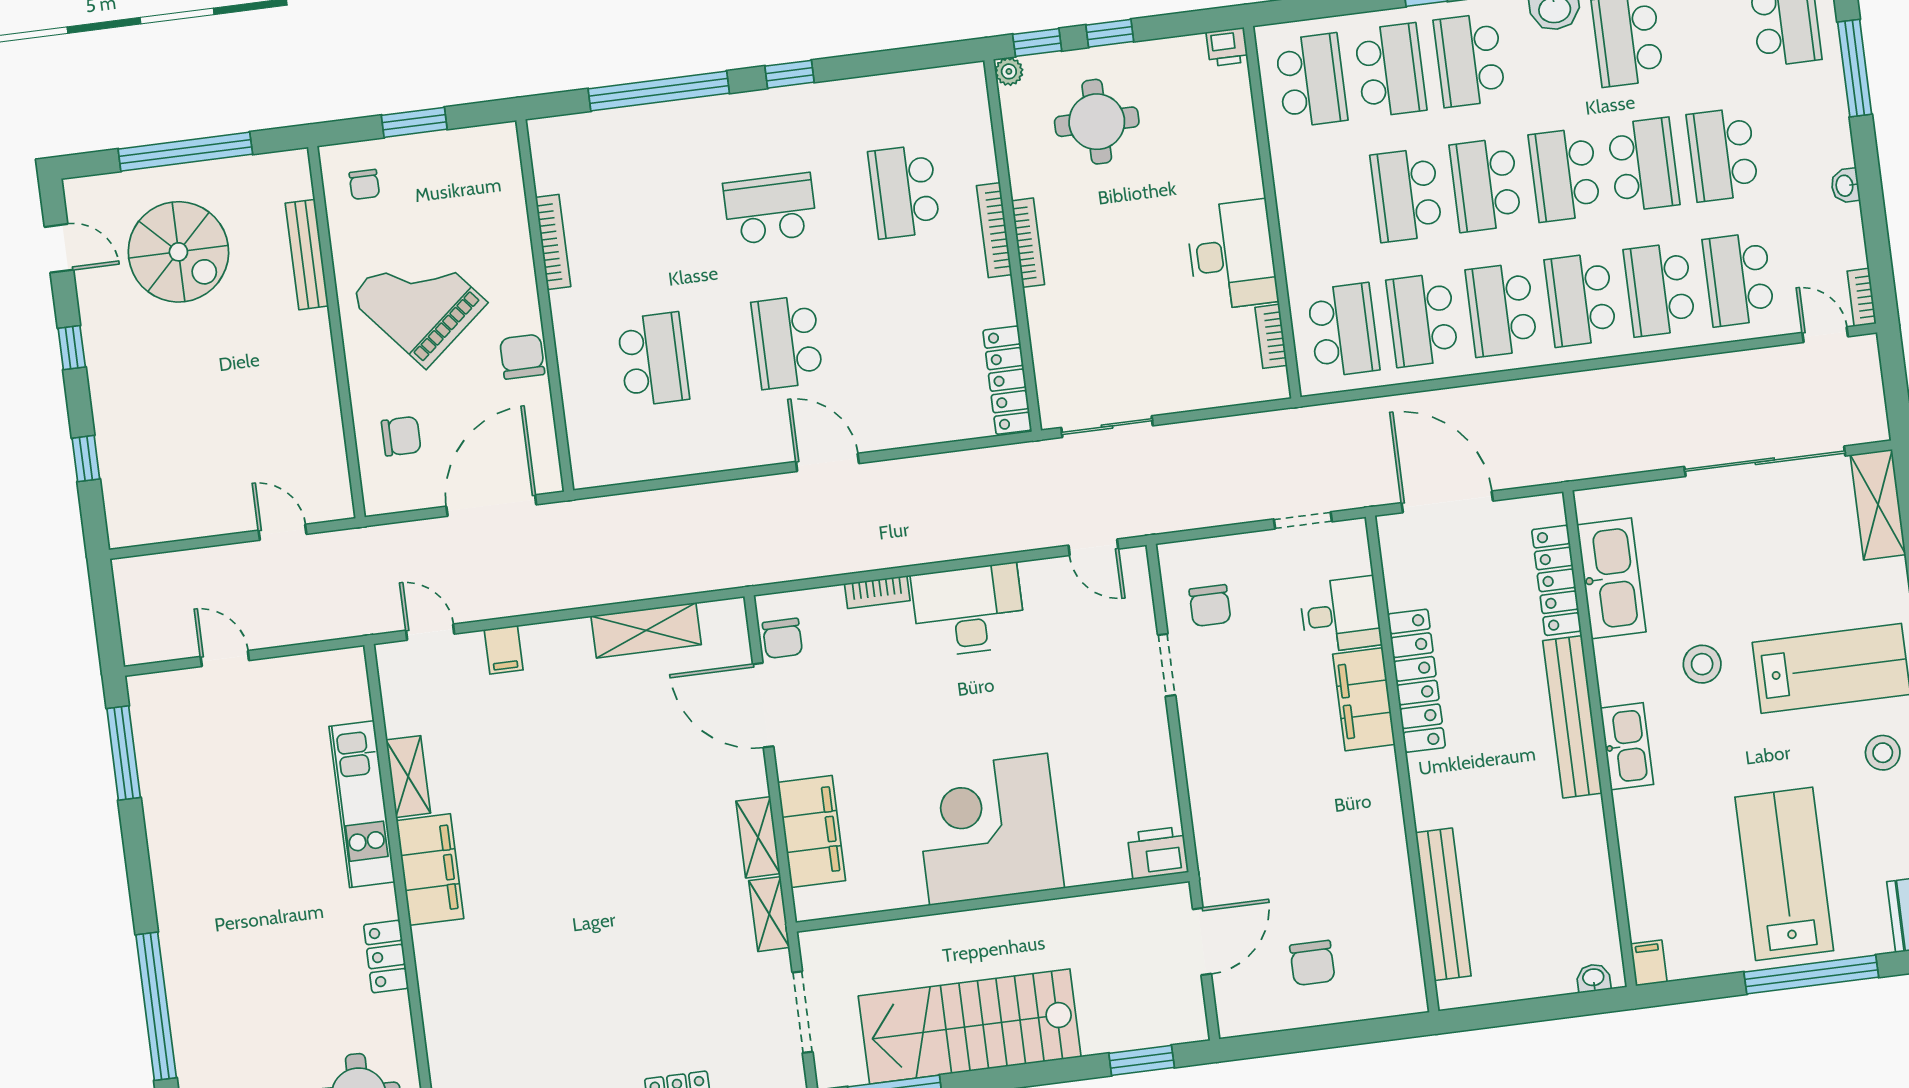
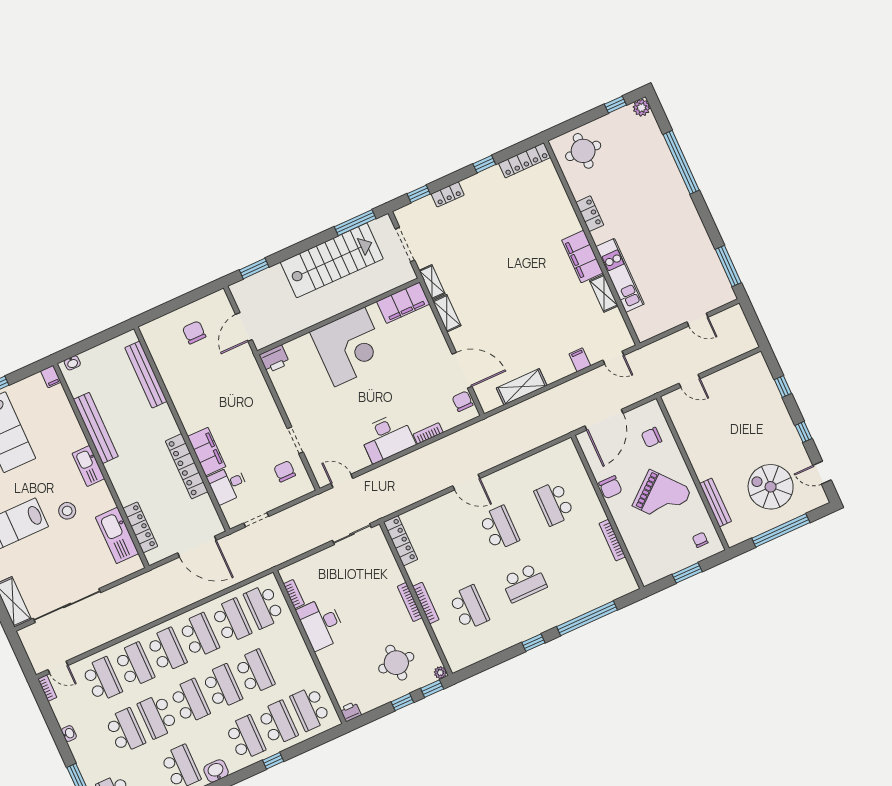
school desk: (1390, 70) -> (278, 723), turned 180
bench: (1572, 717) -> (96, 428), moved
filing cabinet: (812, 831) -> (403, 303), moved, turned -90

